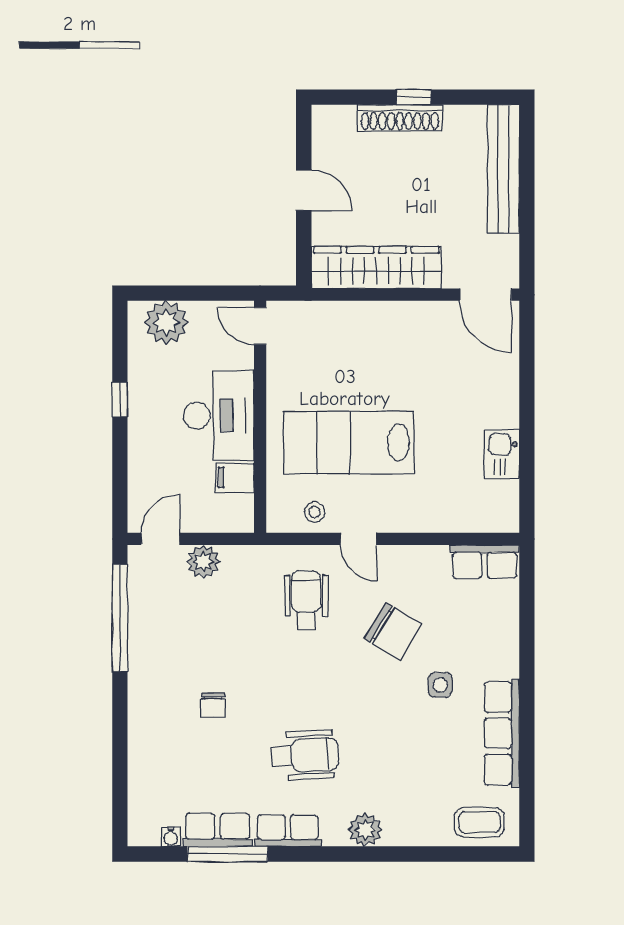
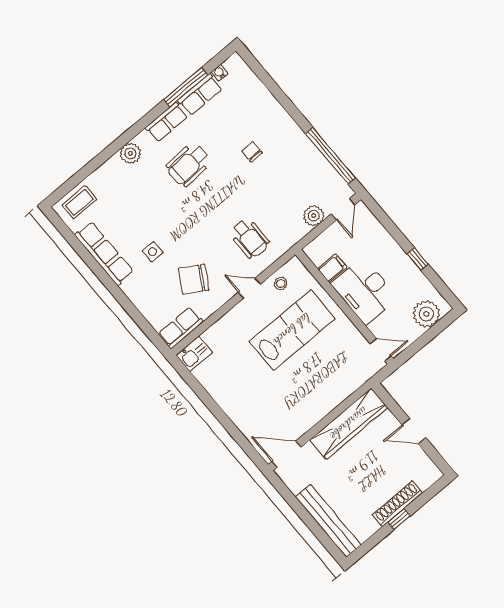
kitchen sink: (502, 454) -> (194, 354), moved, turned 90
chair: (393, 631) -> (194, 279), moved

